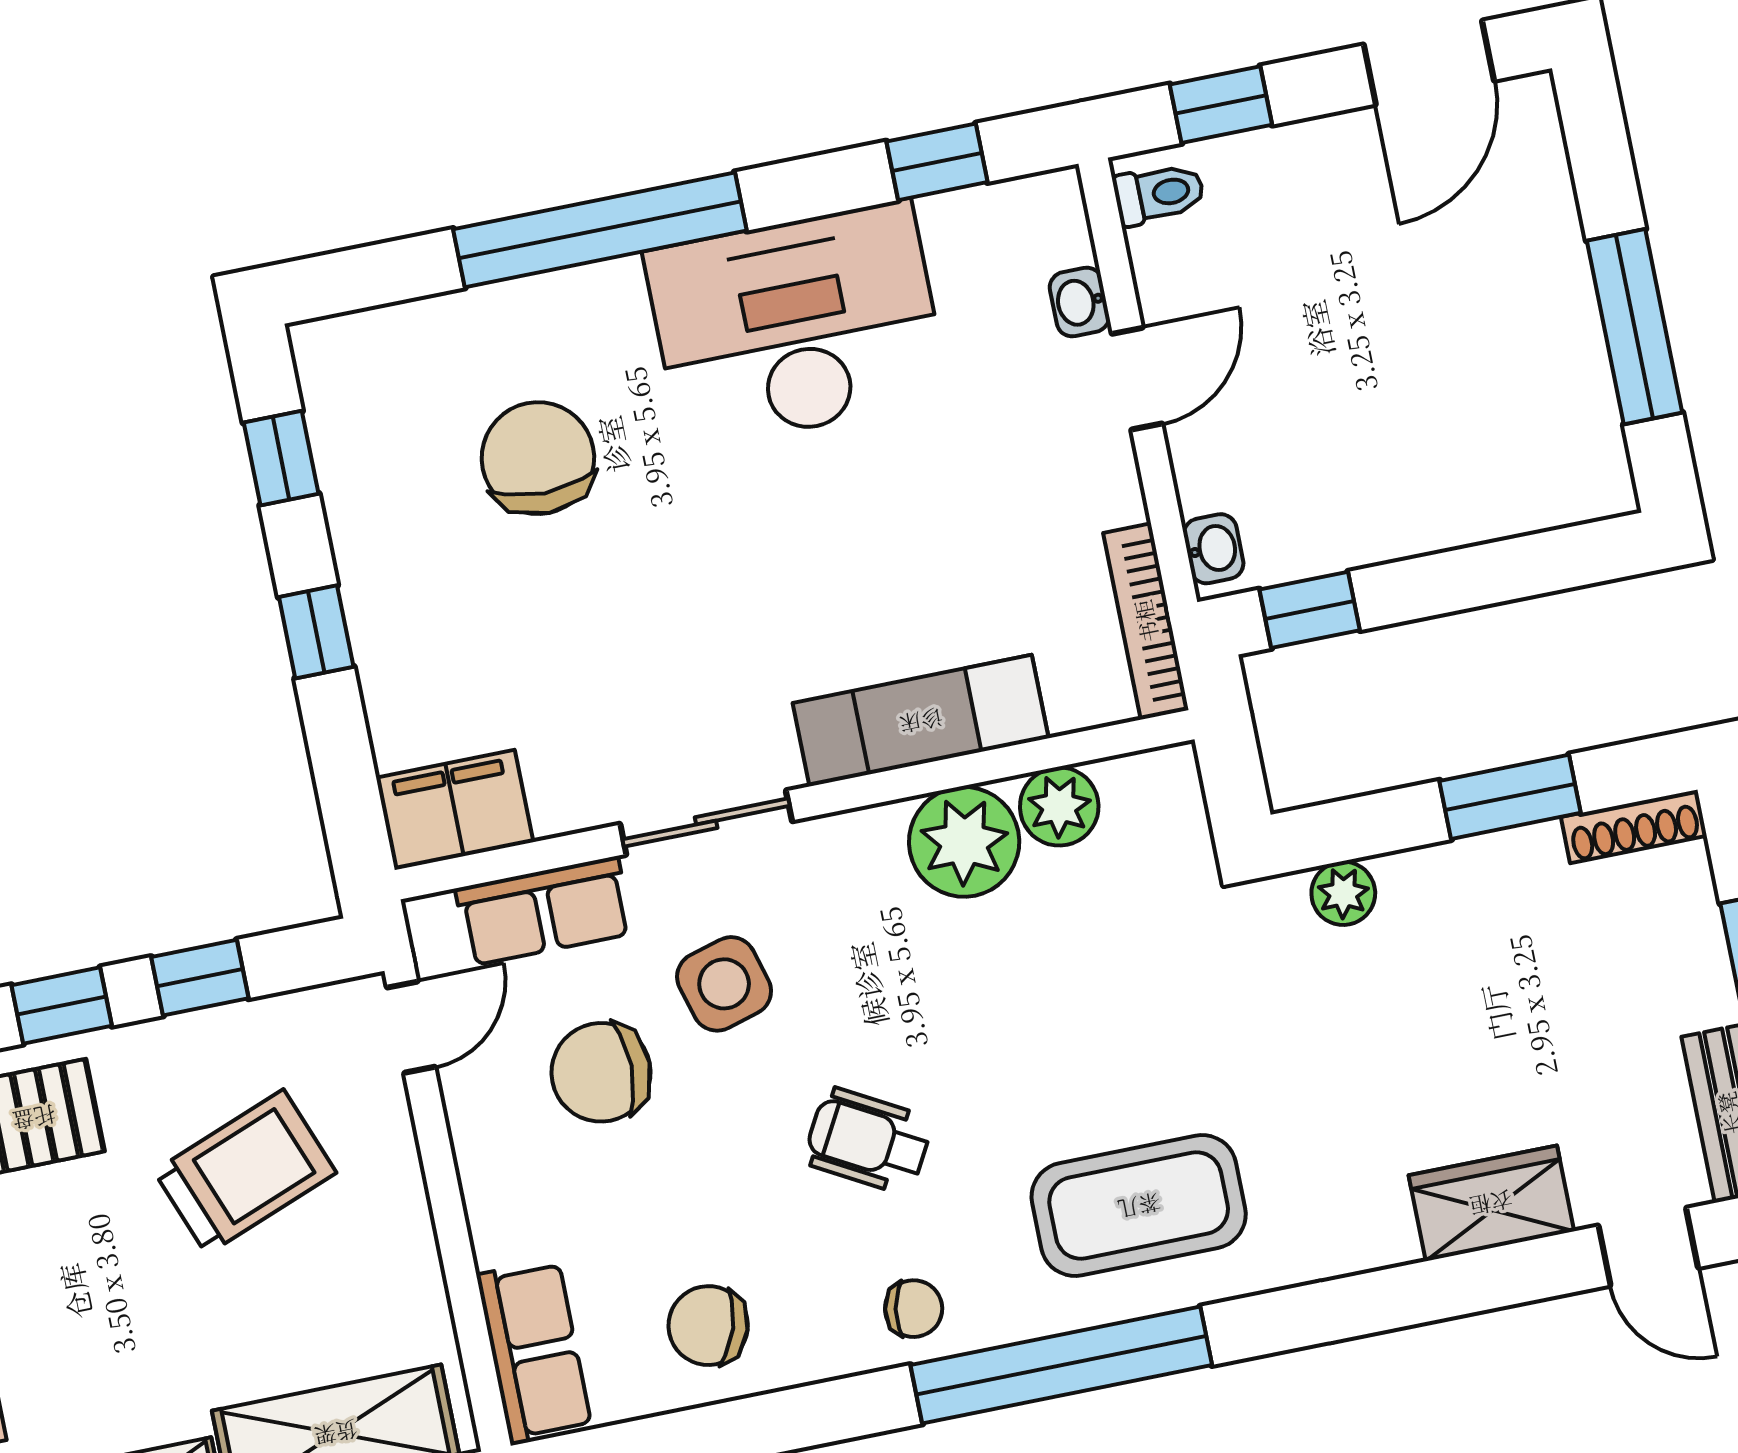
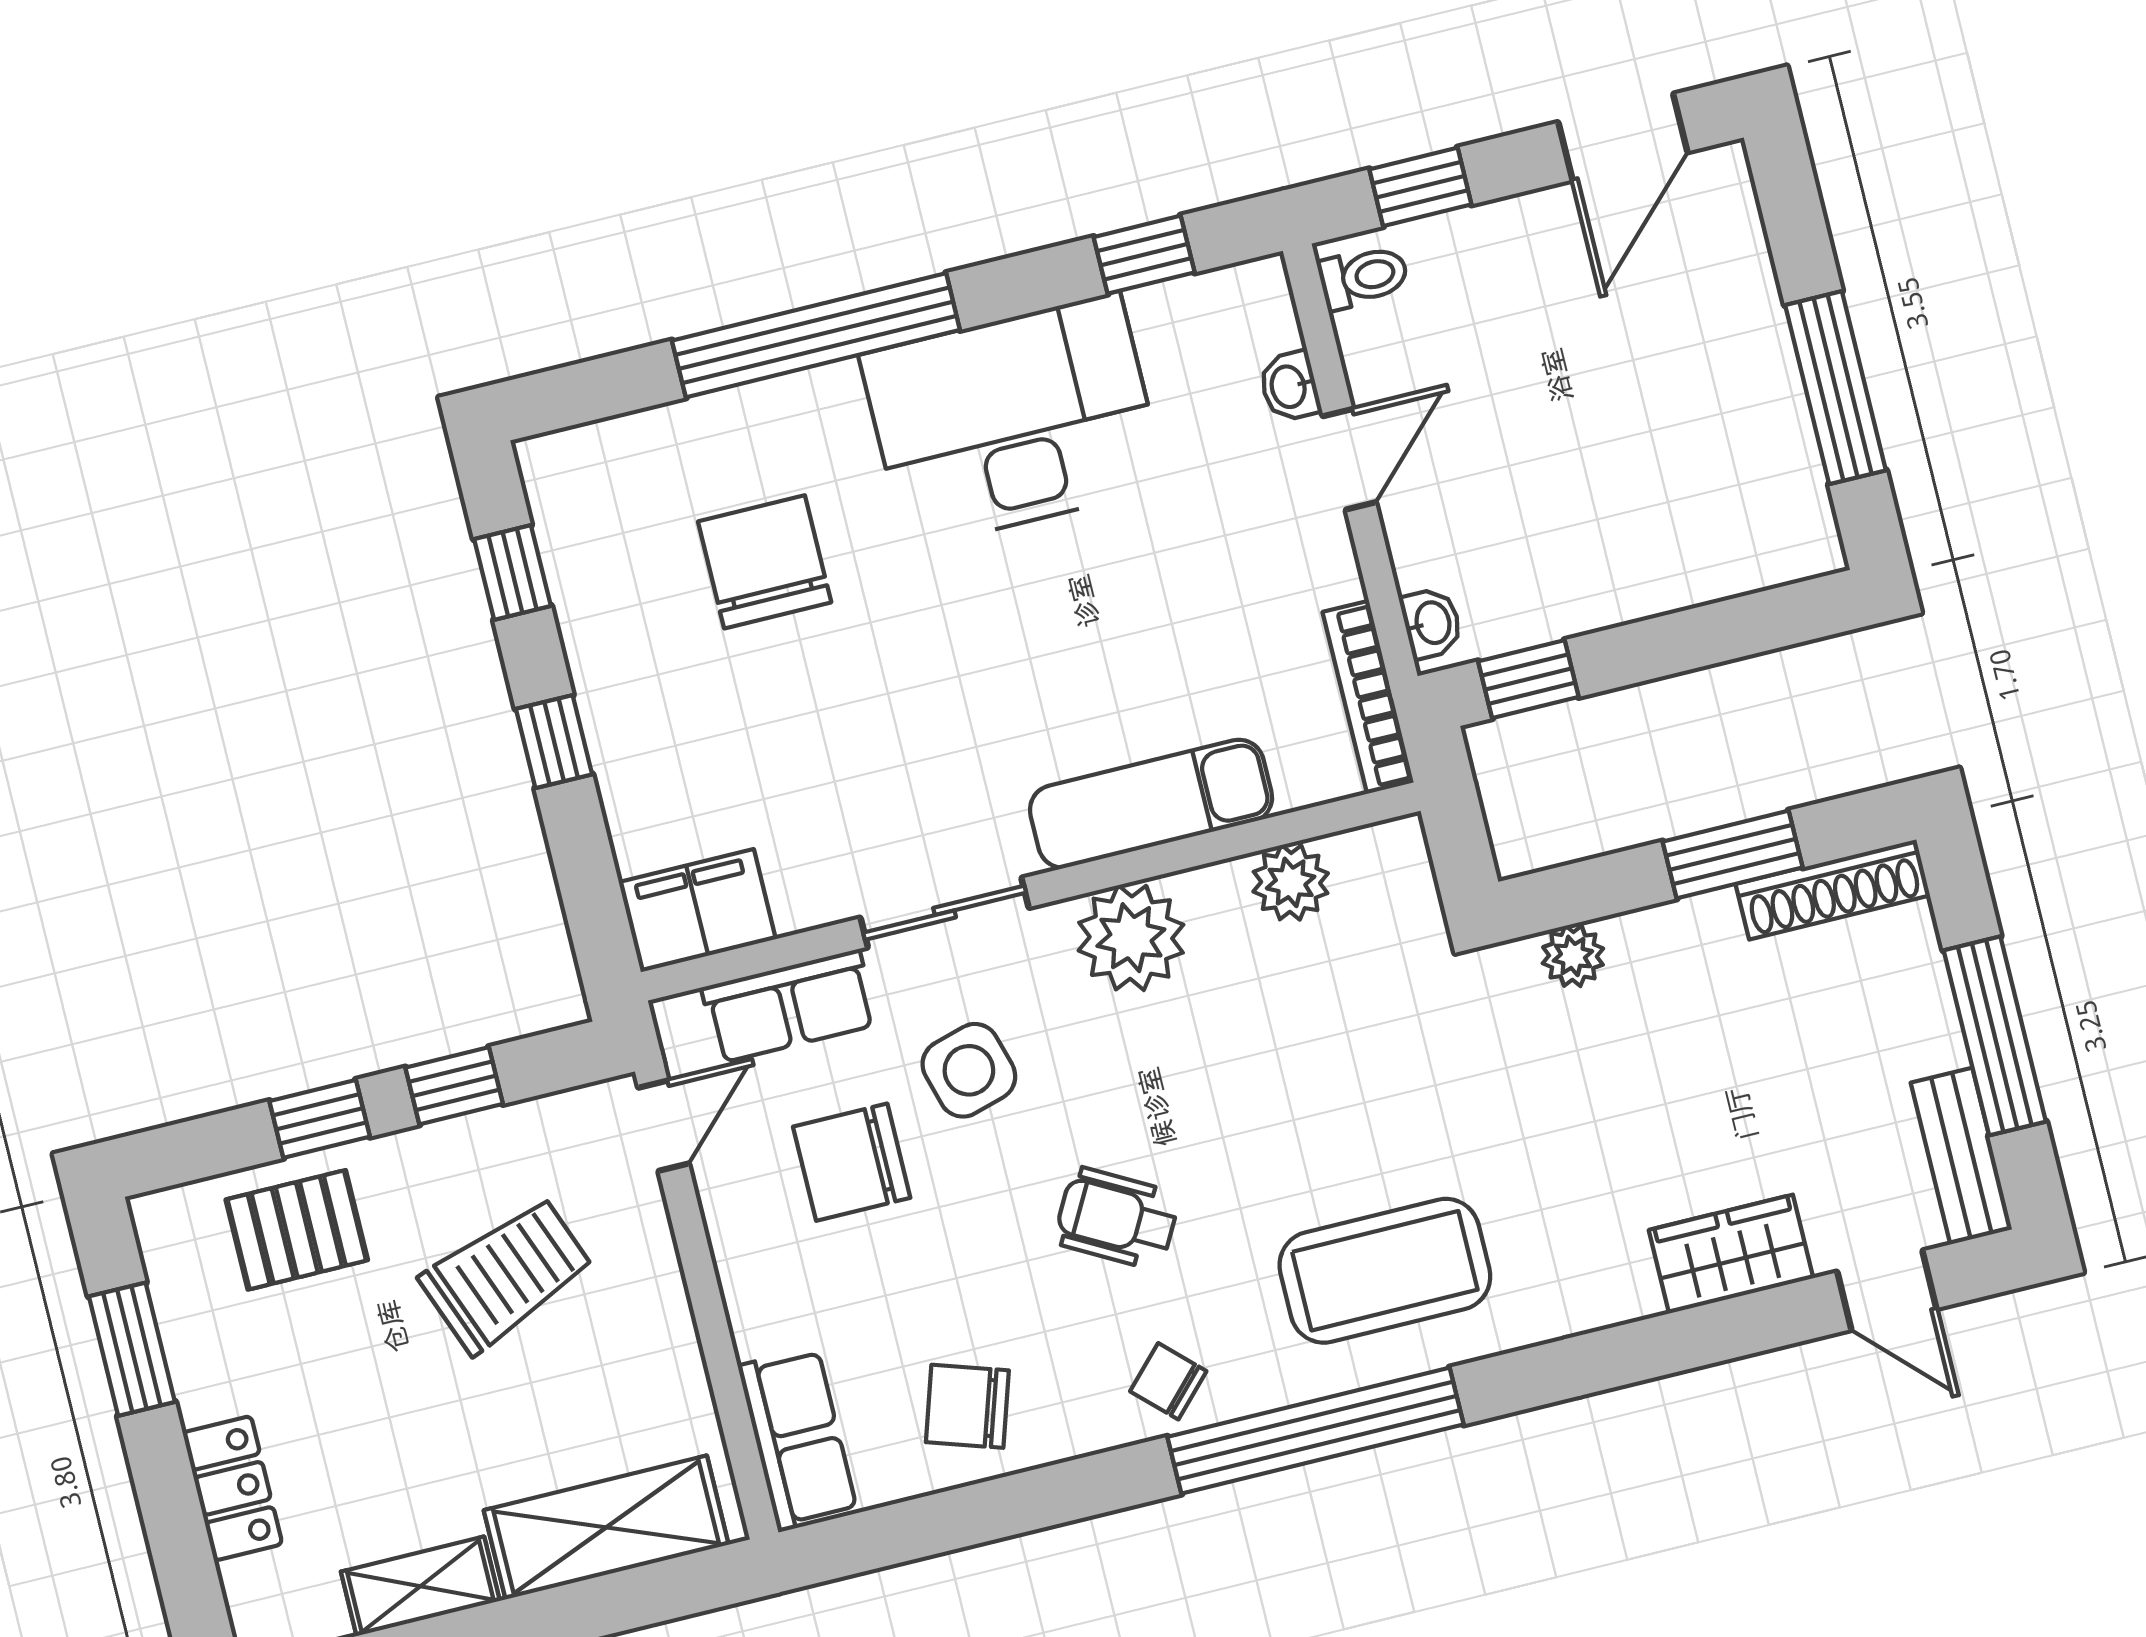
shoe rack: (1634, 826) -> (1833, 890), width x1.36, depth x1.24
plant: (964, 842) -> (1131, 938), moved
chair: (914, 1309) -> (1168, 1381), turned -146

